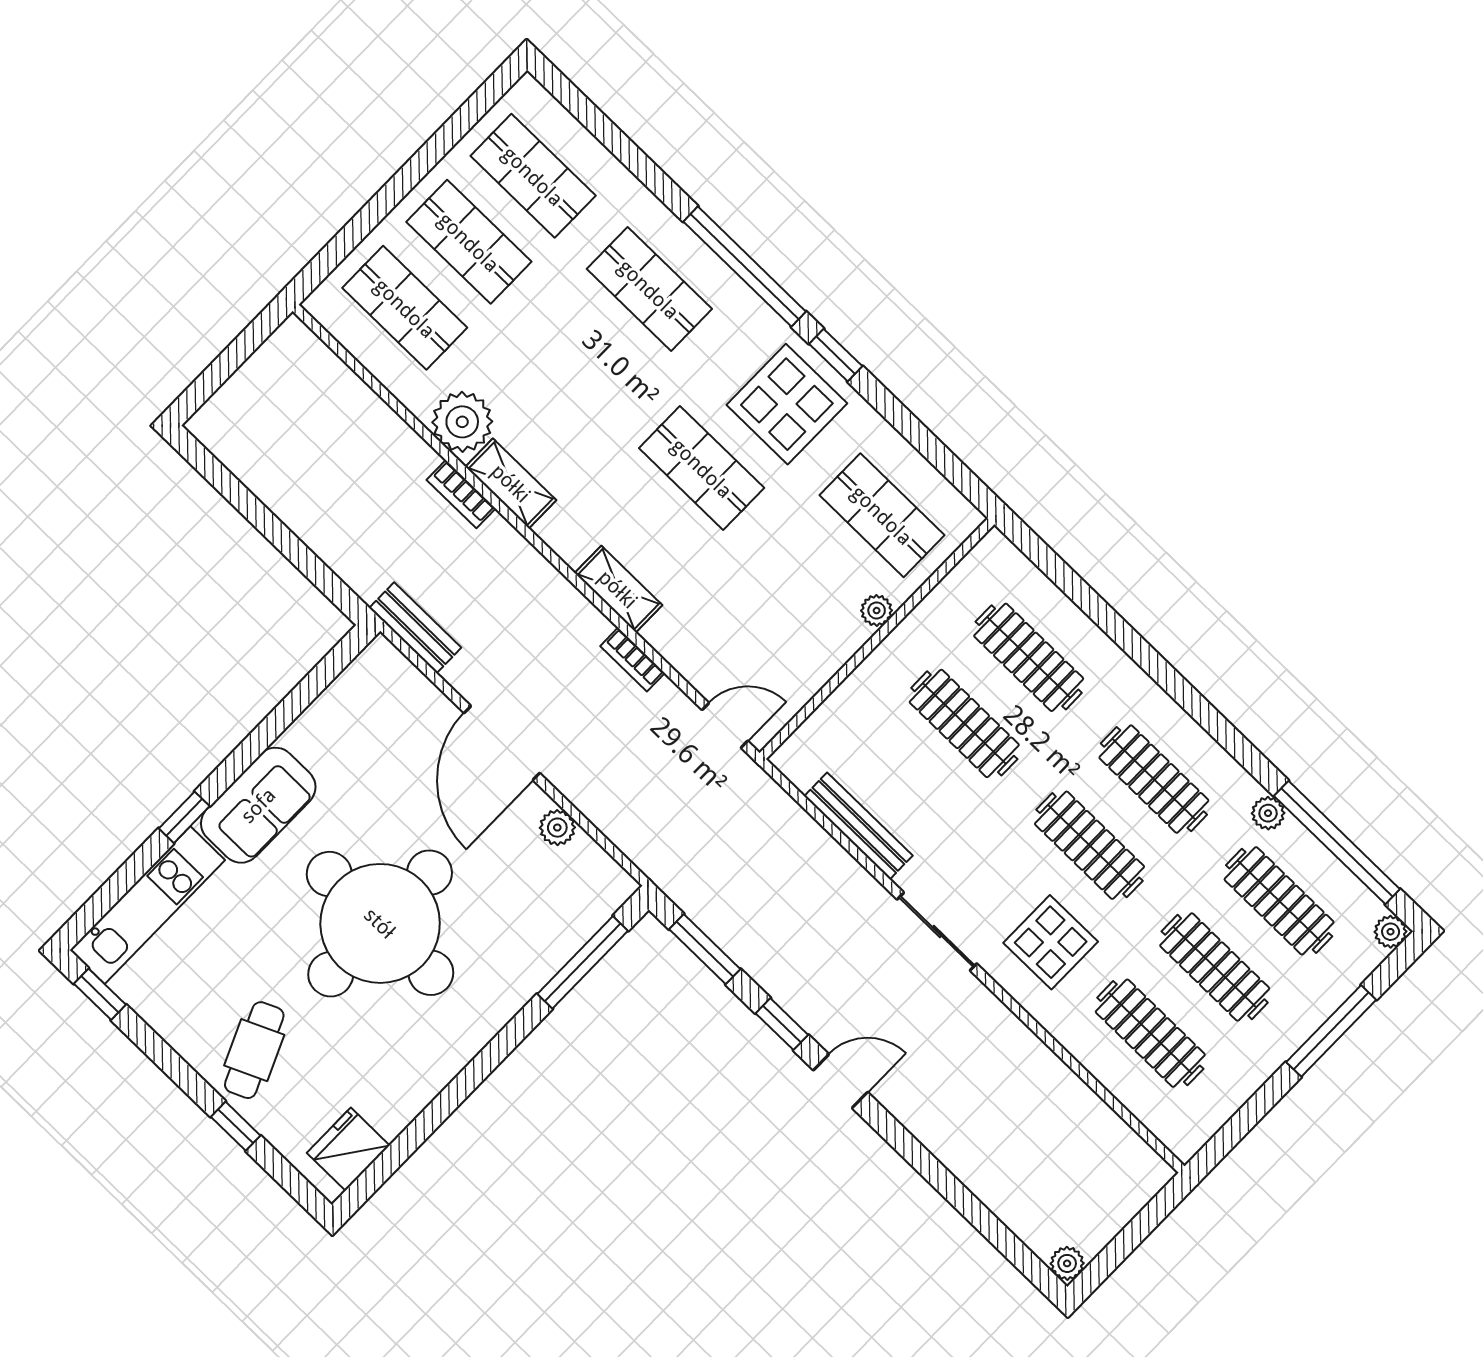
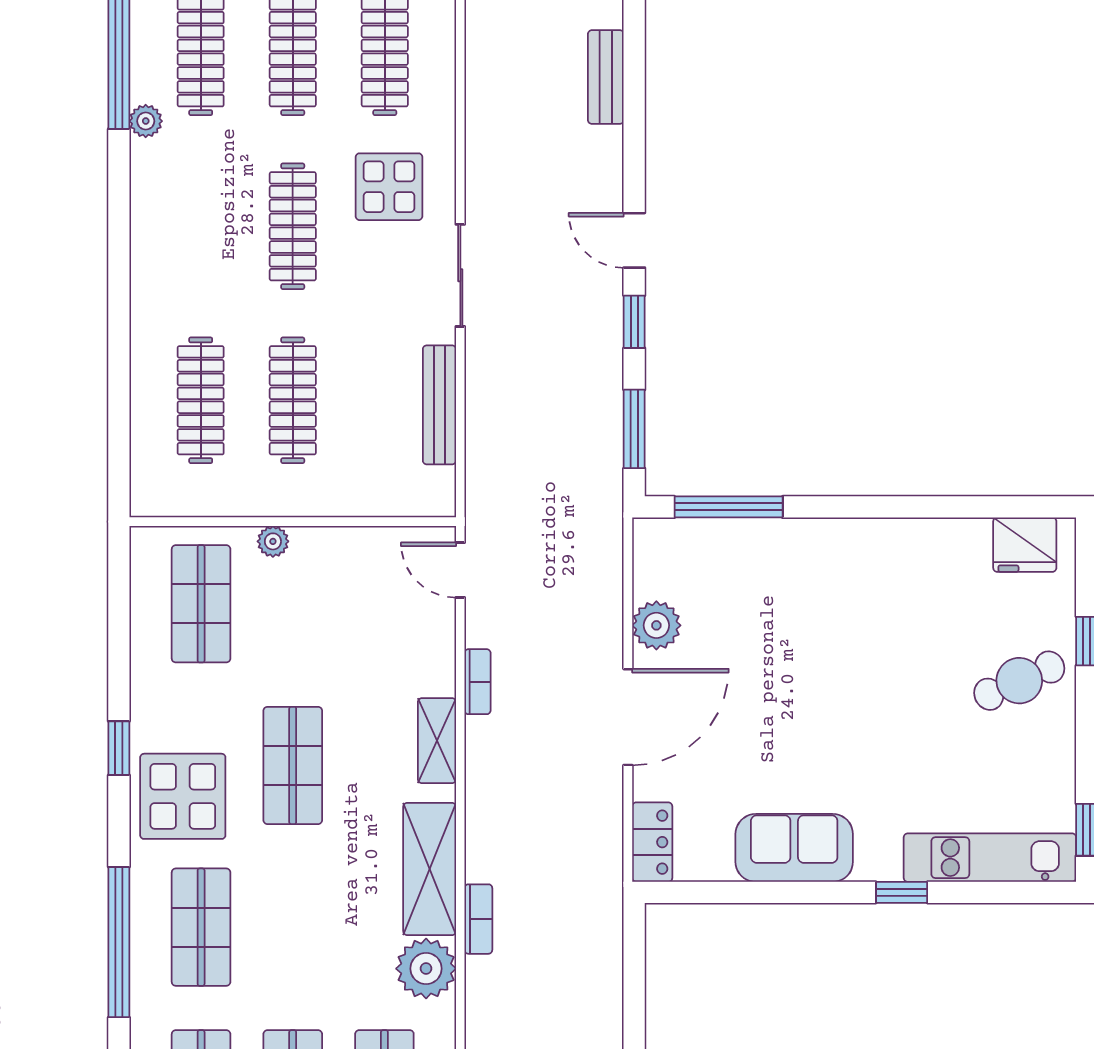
window: (745, 267) -> (119, 942), moved
display table: (787, 404) -> (183, 796), moved
shelving: (511, 483) -> (430, 869), width x1.50, depth x1.33
bench: (415, 628) -> (606, 77), moved
locker: (395, 673) -> (652, 842), added
clothes rail: (1154, 779) -> (201, 226), removed
sofa: (258, 805) -> (794, 848), moved
plant: (557, 828) -> (656, 625), width x1.38, depth x1.38
round table: (380, 923) -> (841, 679), removed

